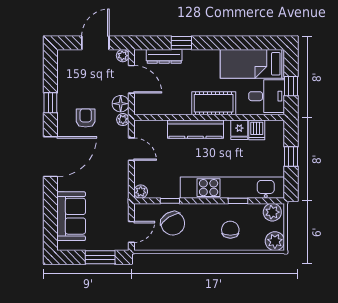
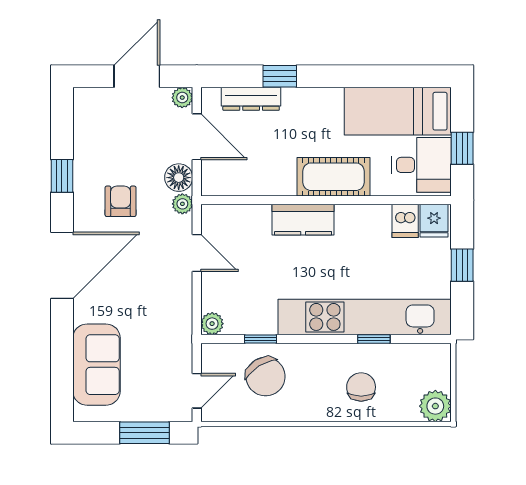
kitchen counter: (195, 129) -> (303, 220), width x0.67
fridge: (239, 130) -> (434, 221), moved
plant: (272, 212) -> (431, 358), removed

